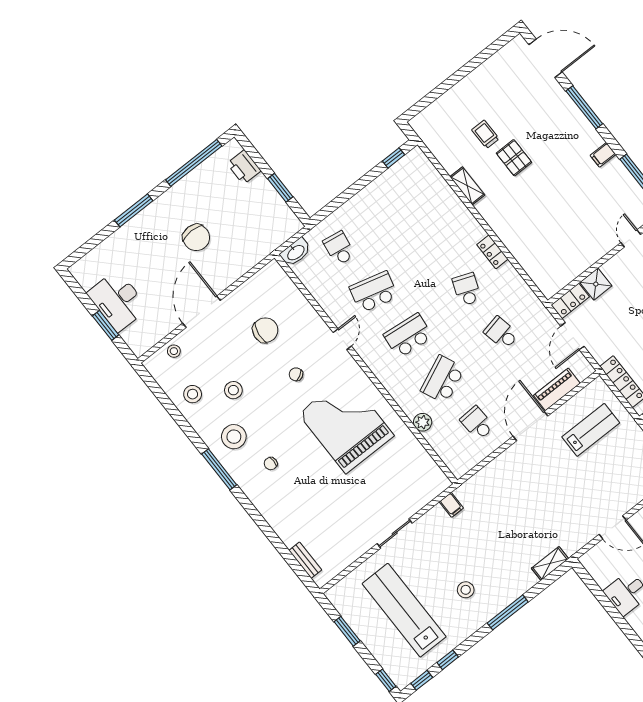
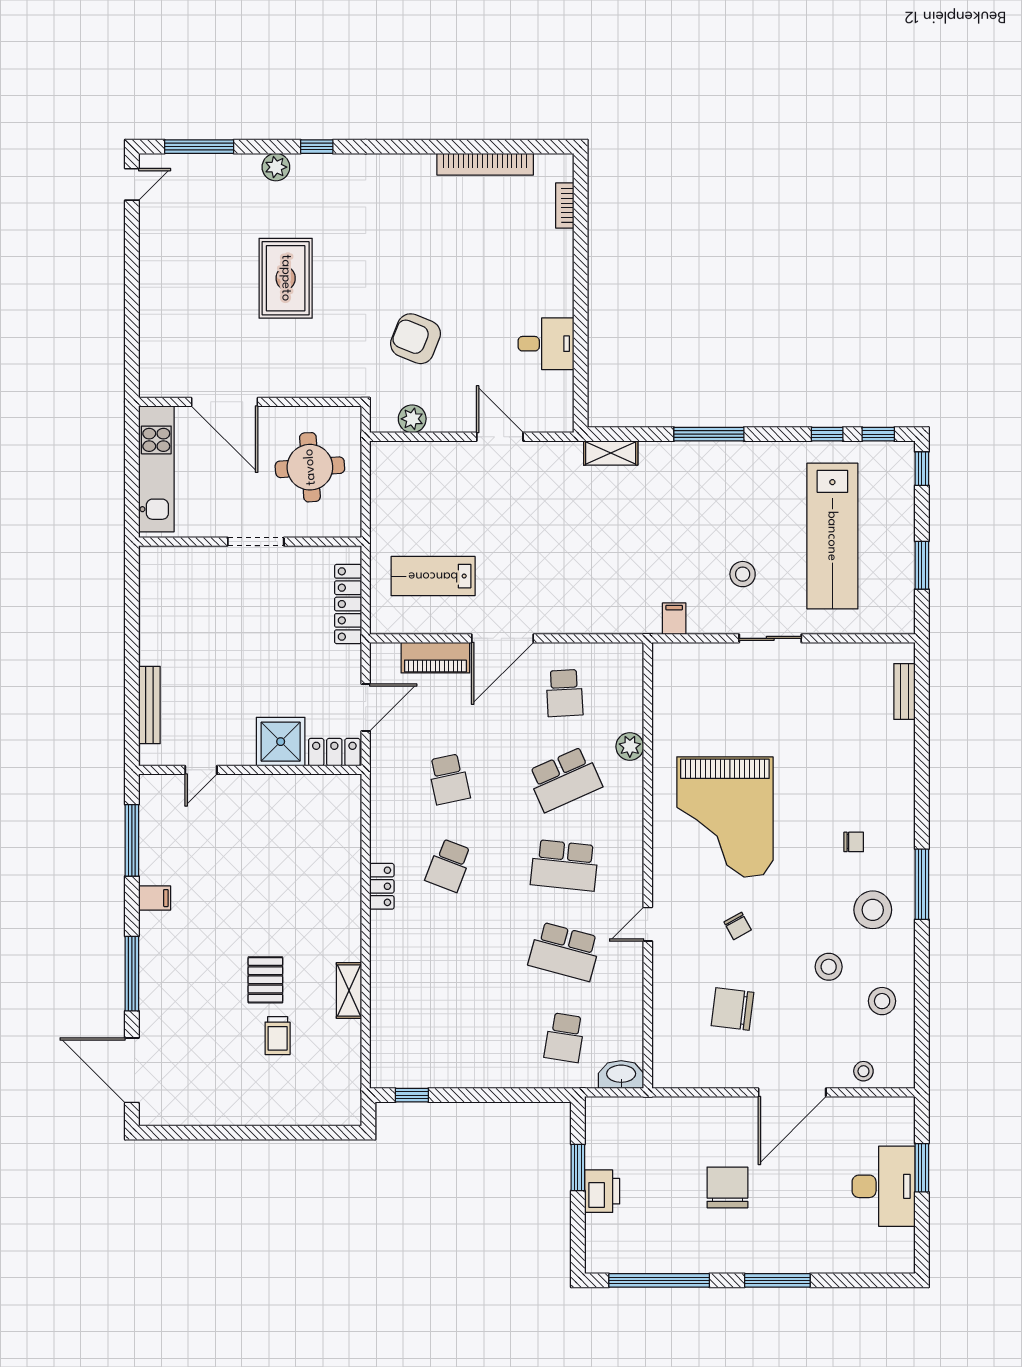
printer: (244, 167) -> (602, 1191), moved
shower: (596, 284) -> (281, 742), width x1.36, depth x1.36
stool: (466, 590) -> (743, 574), moved

